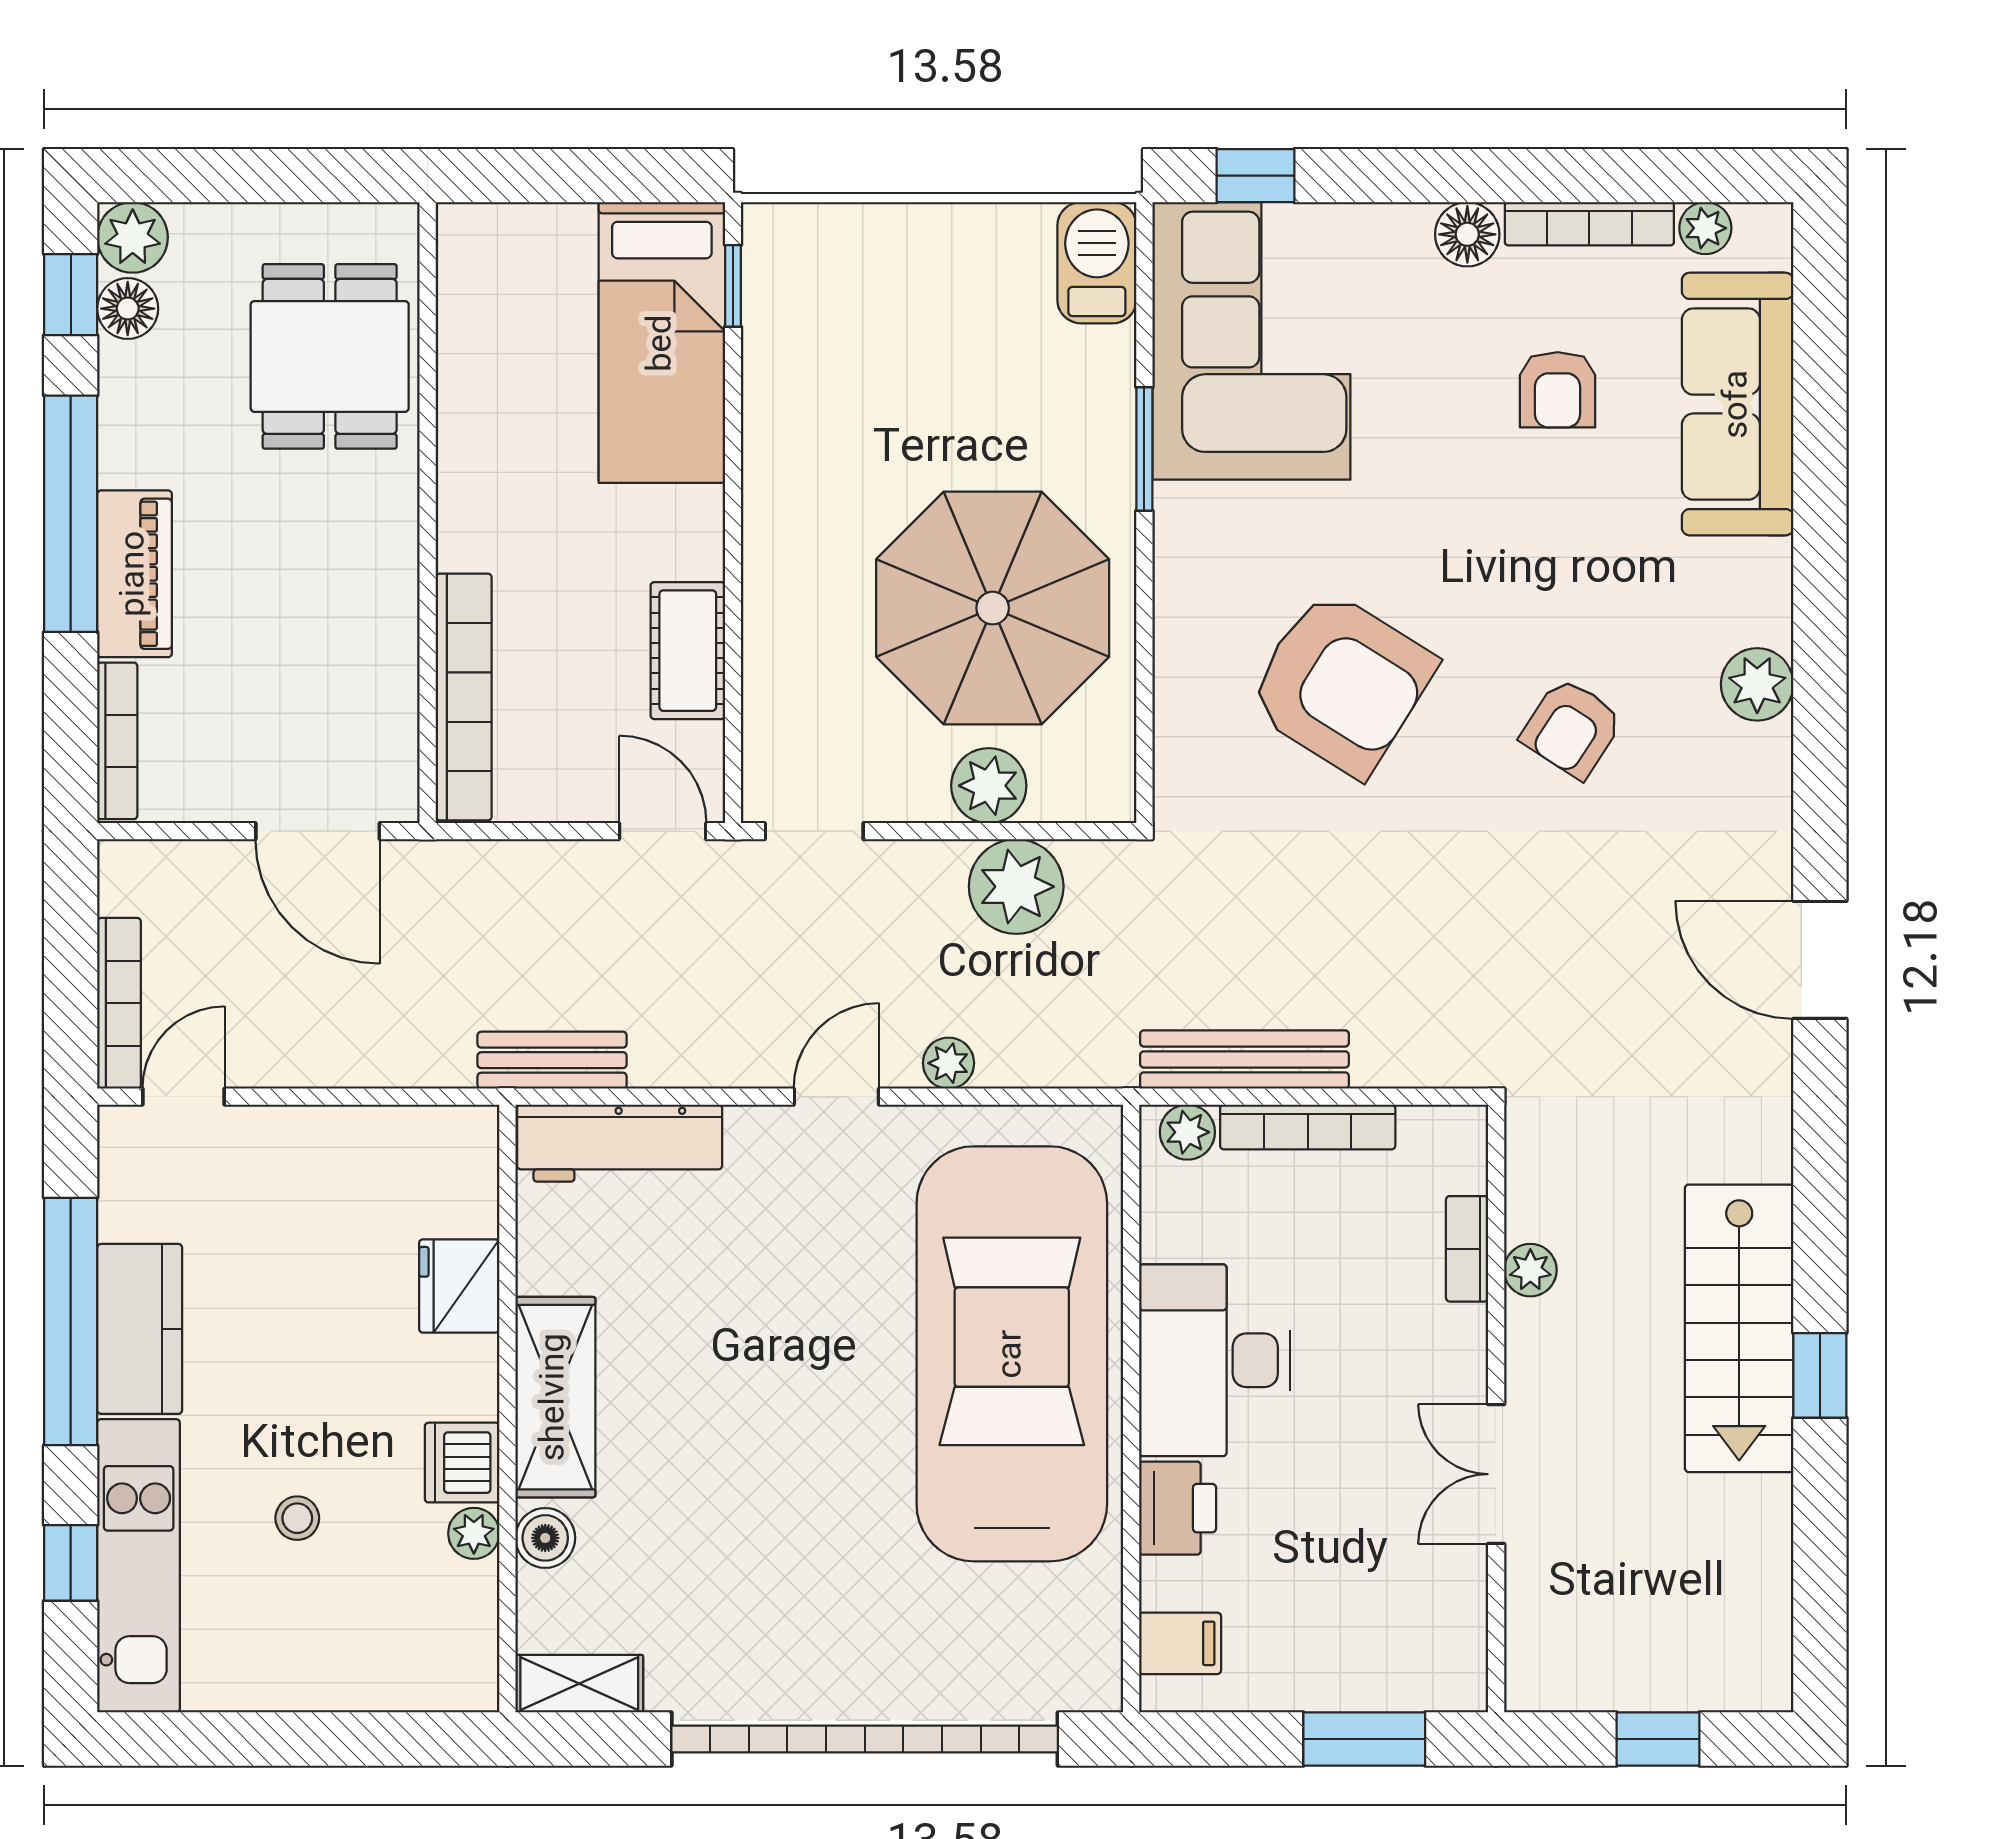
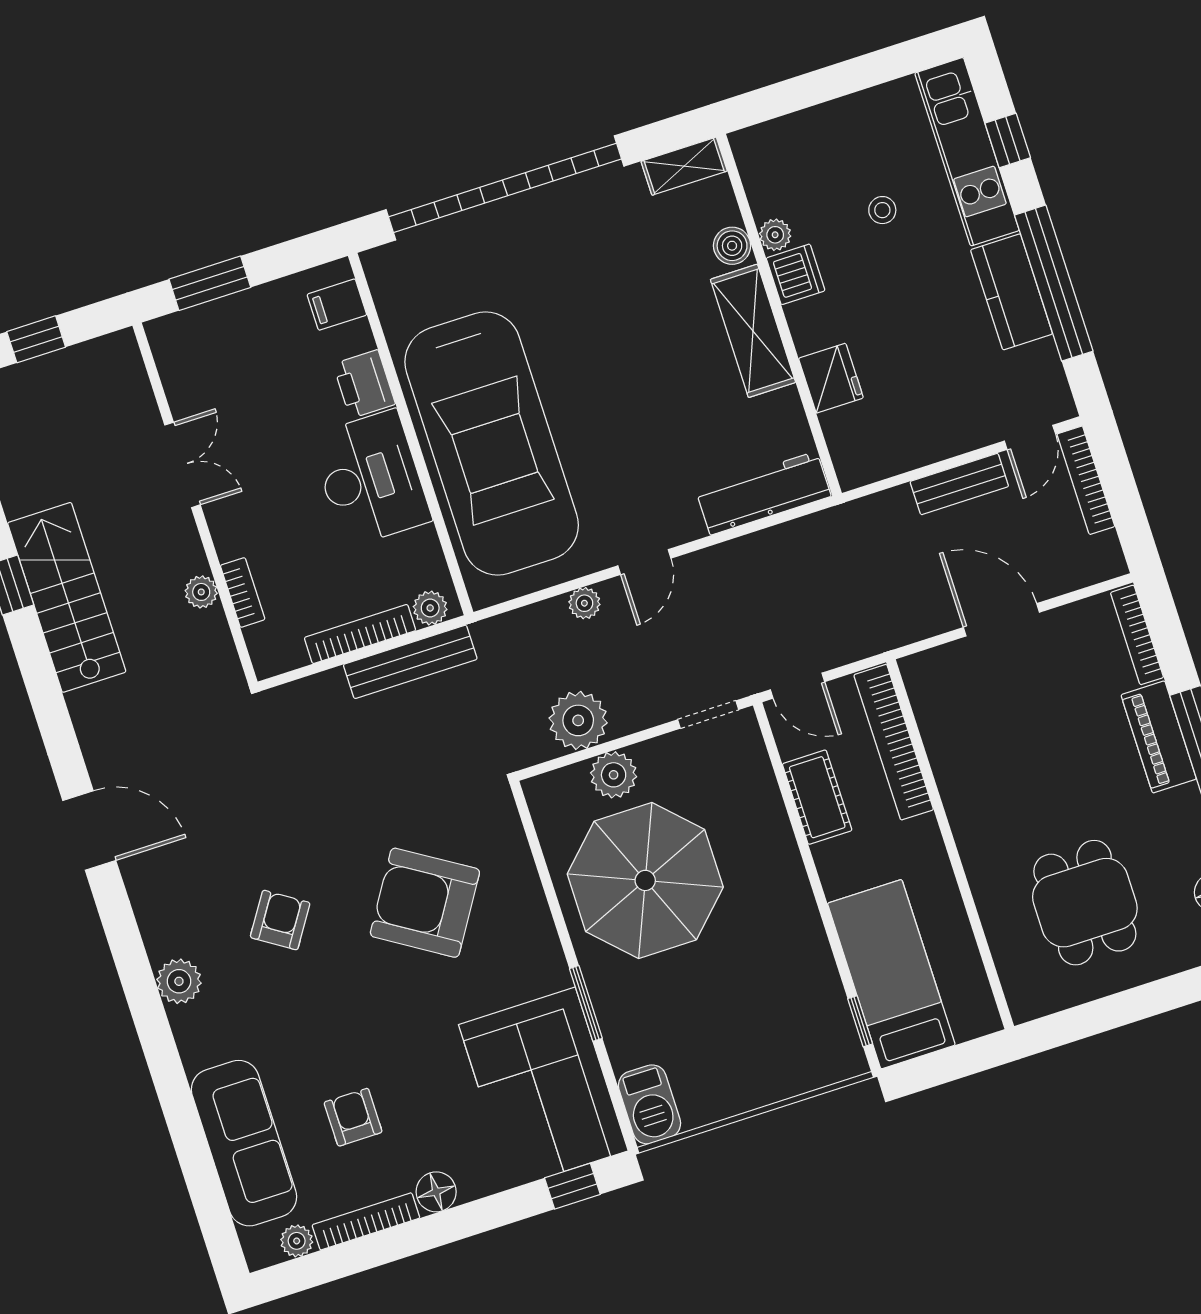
wall: (428, 513) -> (950, 844), moved
bookcase: (464, 697) -> (894, 742), moved
bench: (552, 1060) -> (959, 484), moved

